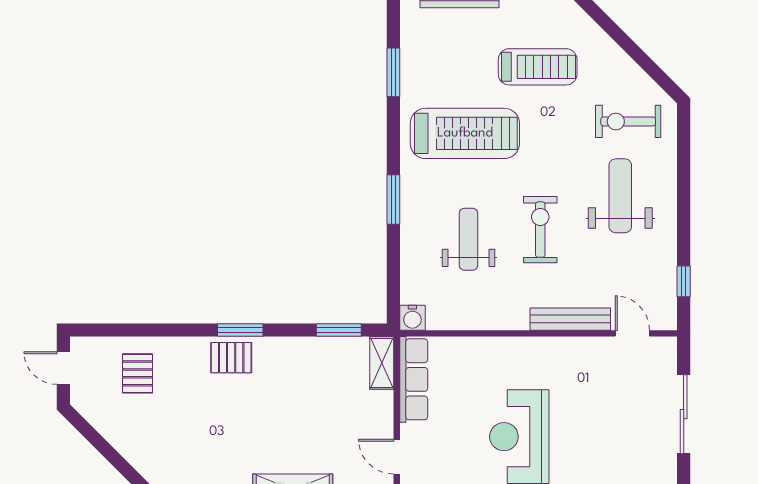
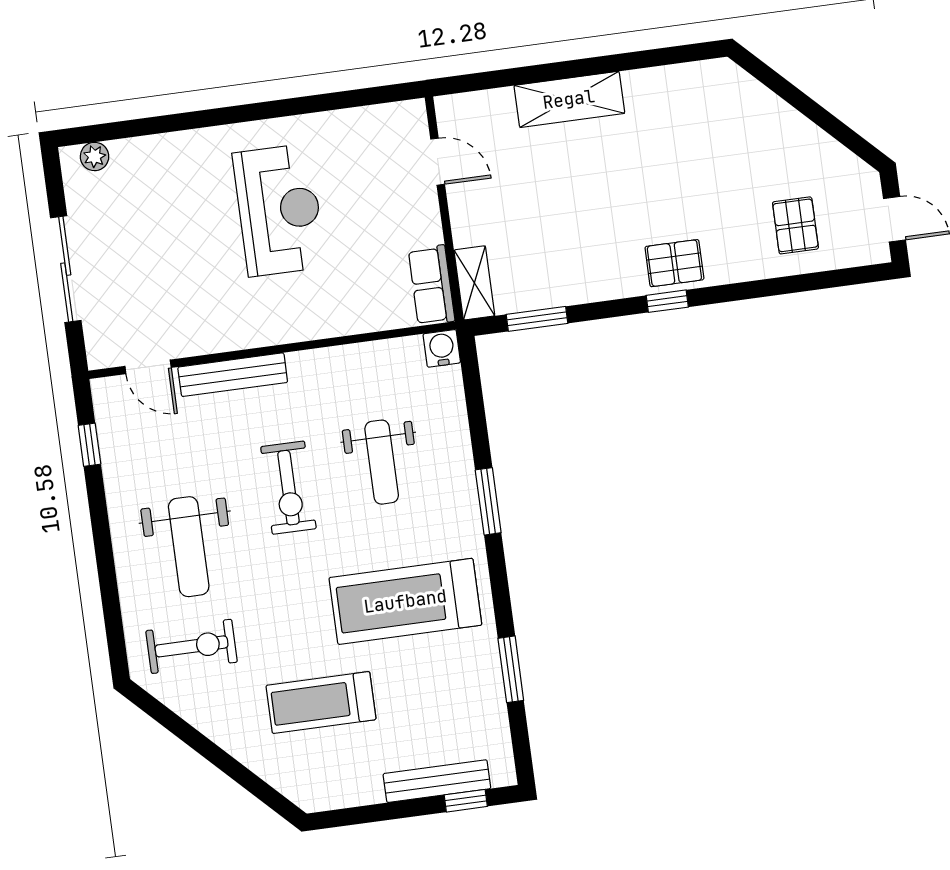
window: (240, 330) -> (667, 301), width x0.67
row of seats: (414, 379) -> (432, 285), width x0.68

